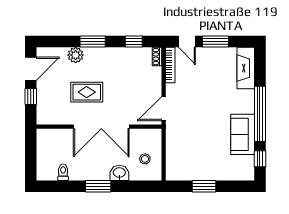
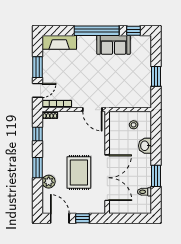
rug: (87, 92) -> (79, 172), width x1.36, depth x1.43
double door: (101, 127) -> (107, 178), moved
window: (98, 186) -> (156, 176), moved

